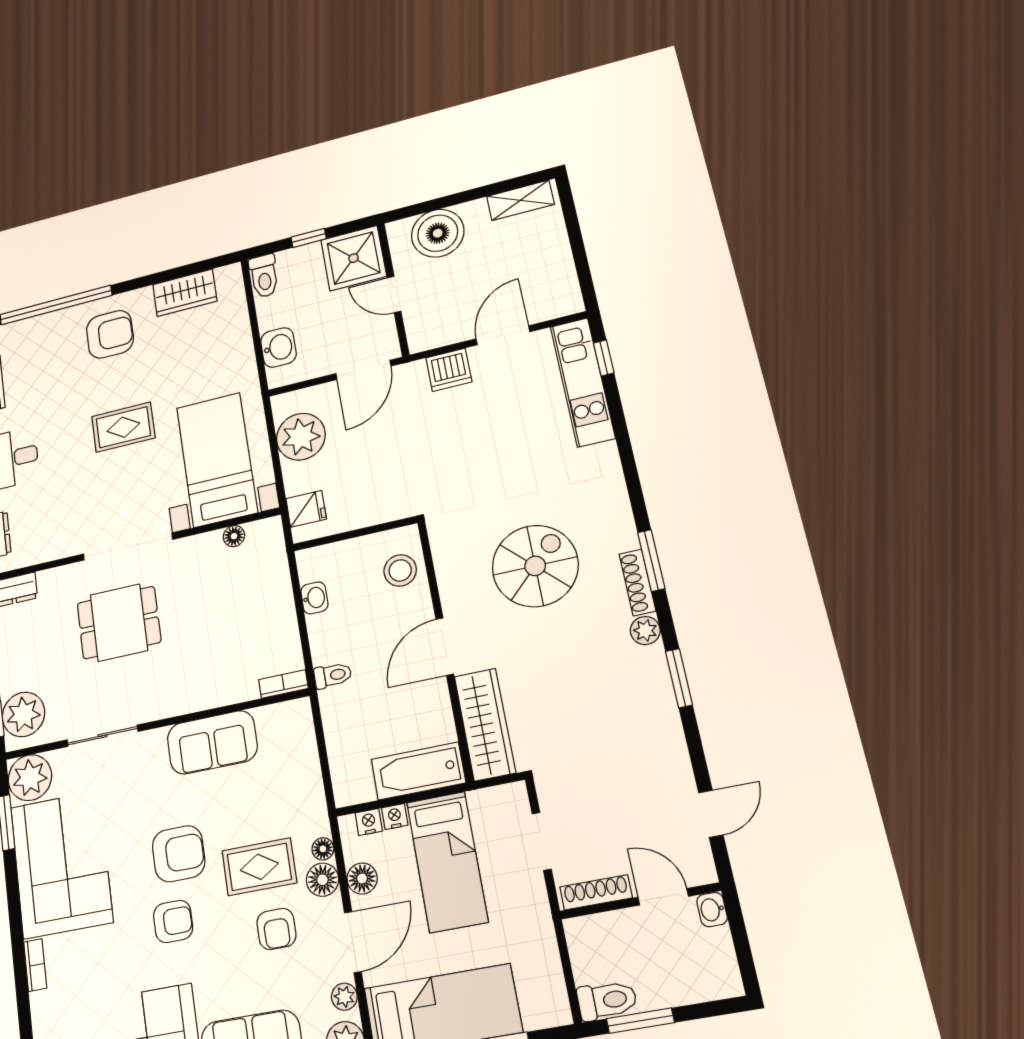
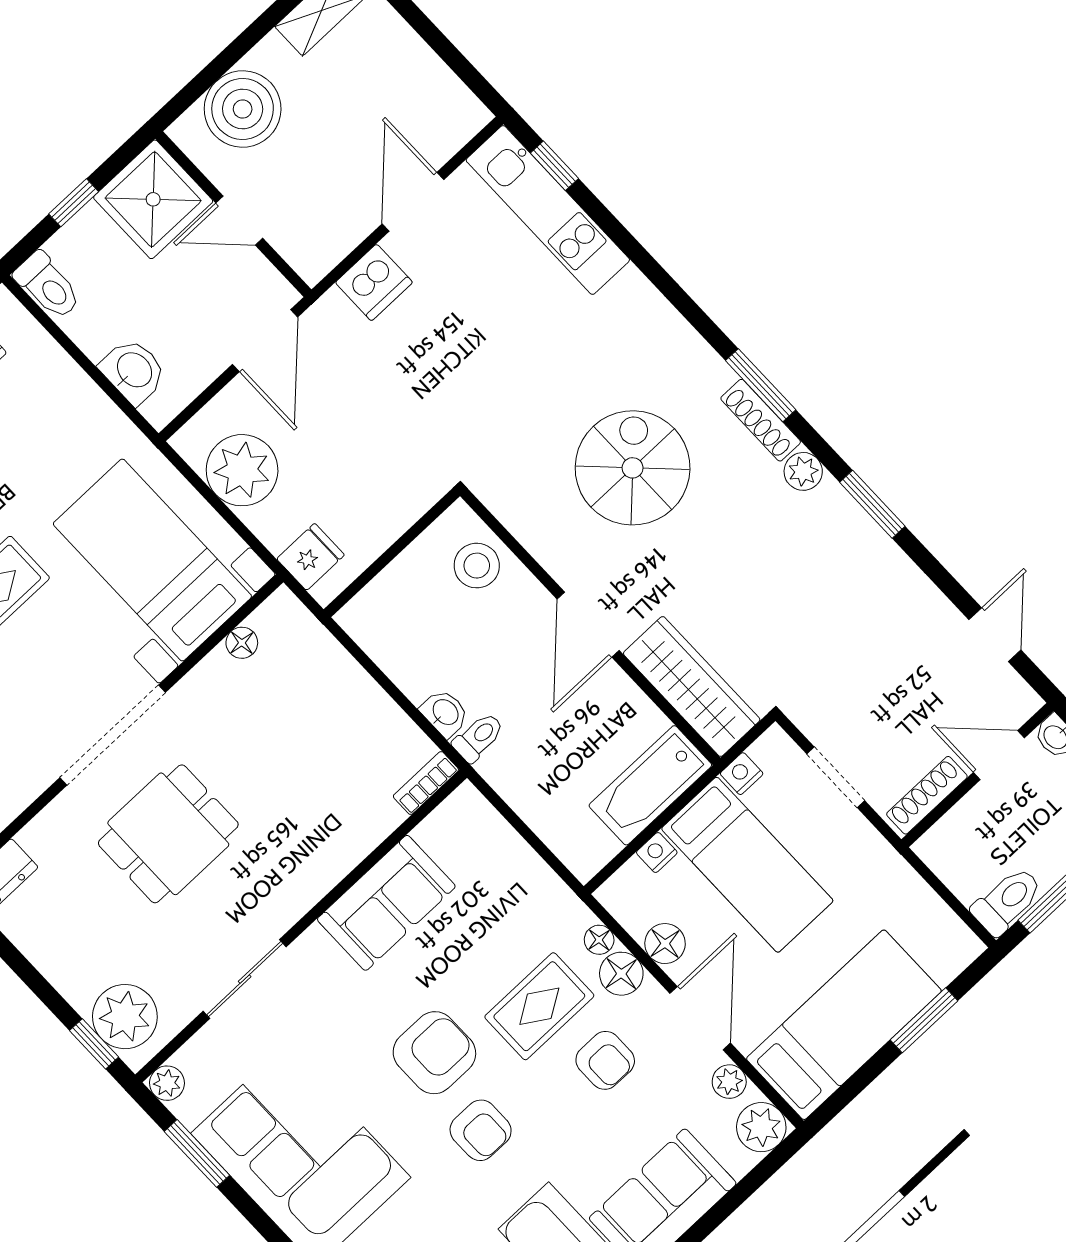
washbasin: (314, 598) -> (445, 713), moved
plant: (30, 778) -> (167, 1083), width x0.53, depth x0.53
nightstand: (369, 822) -> (742, 774), moved
armchair: (173, 921) -> (481, 1130), turned 90

